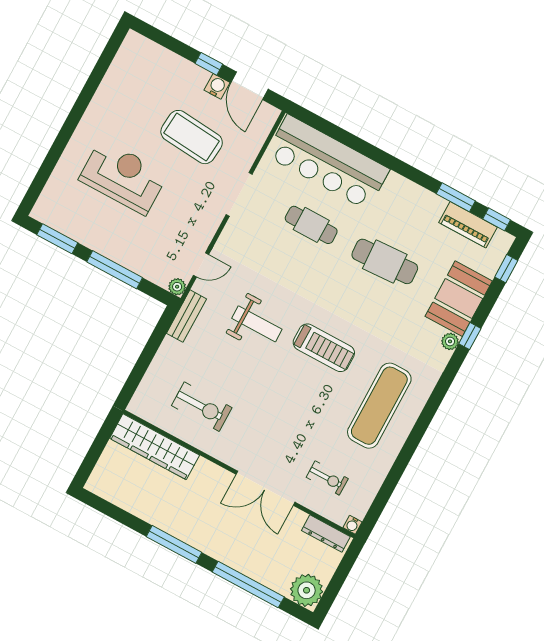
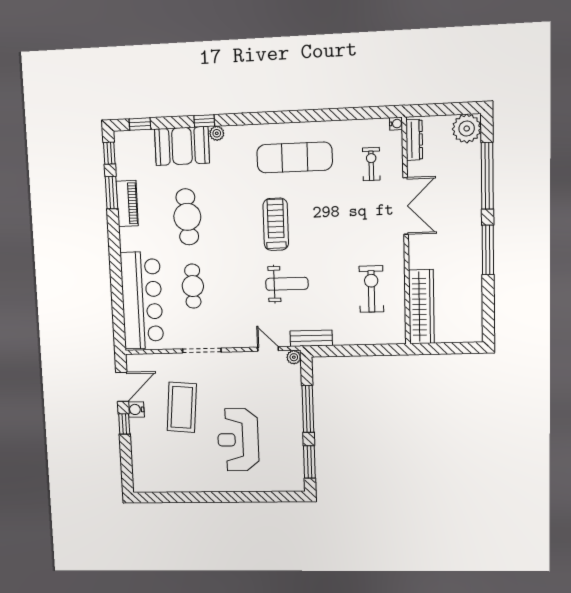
piano: (468, 225) -> (127, 204), moved
weight bench: (257, 324) -> (287, 284), turned 90

